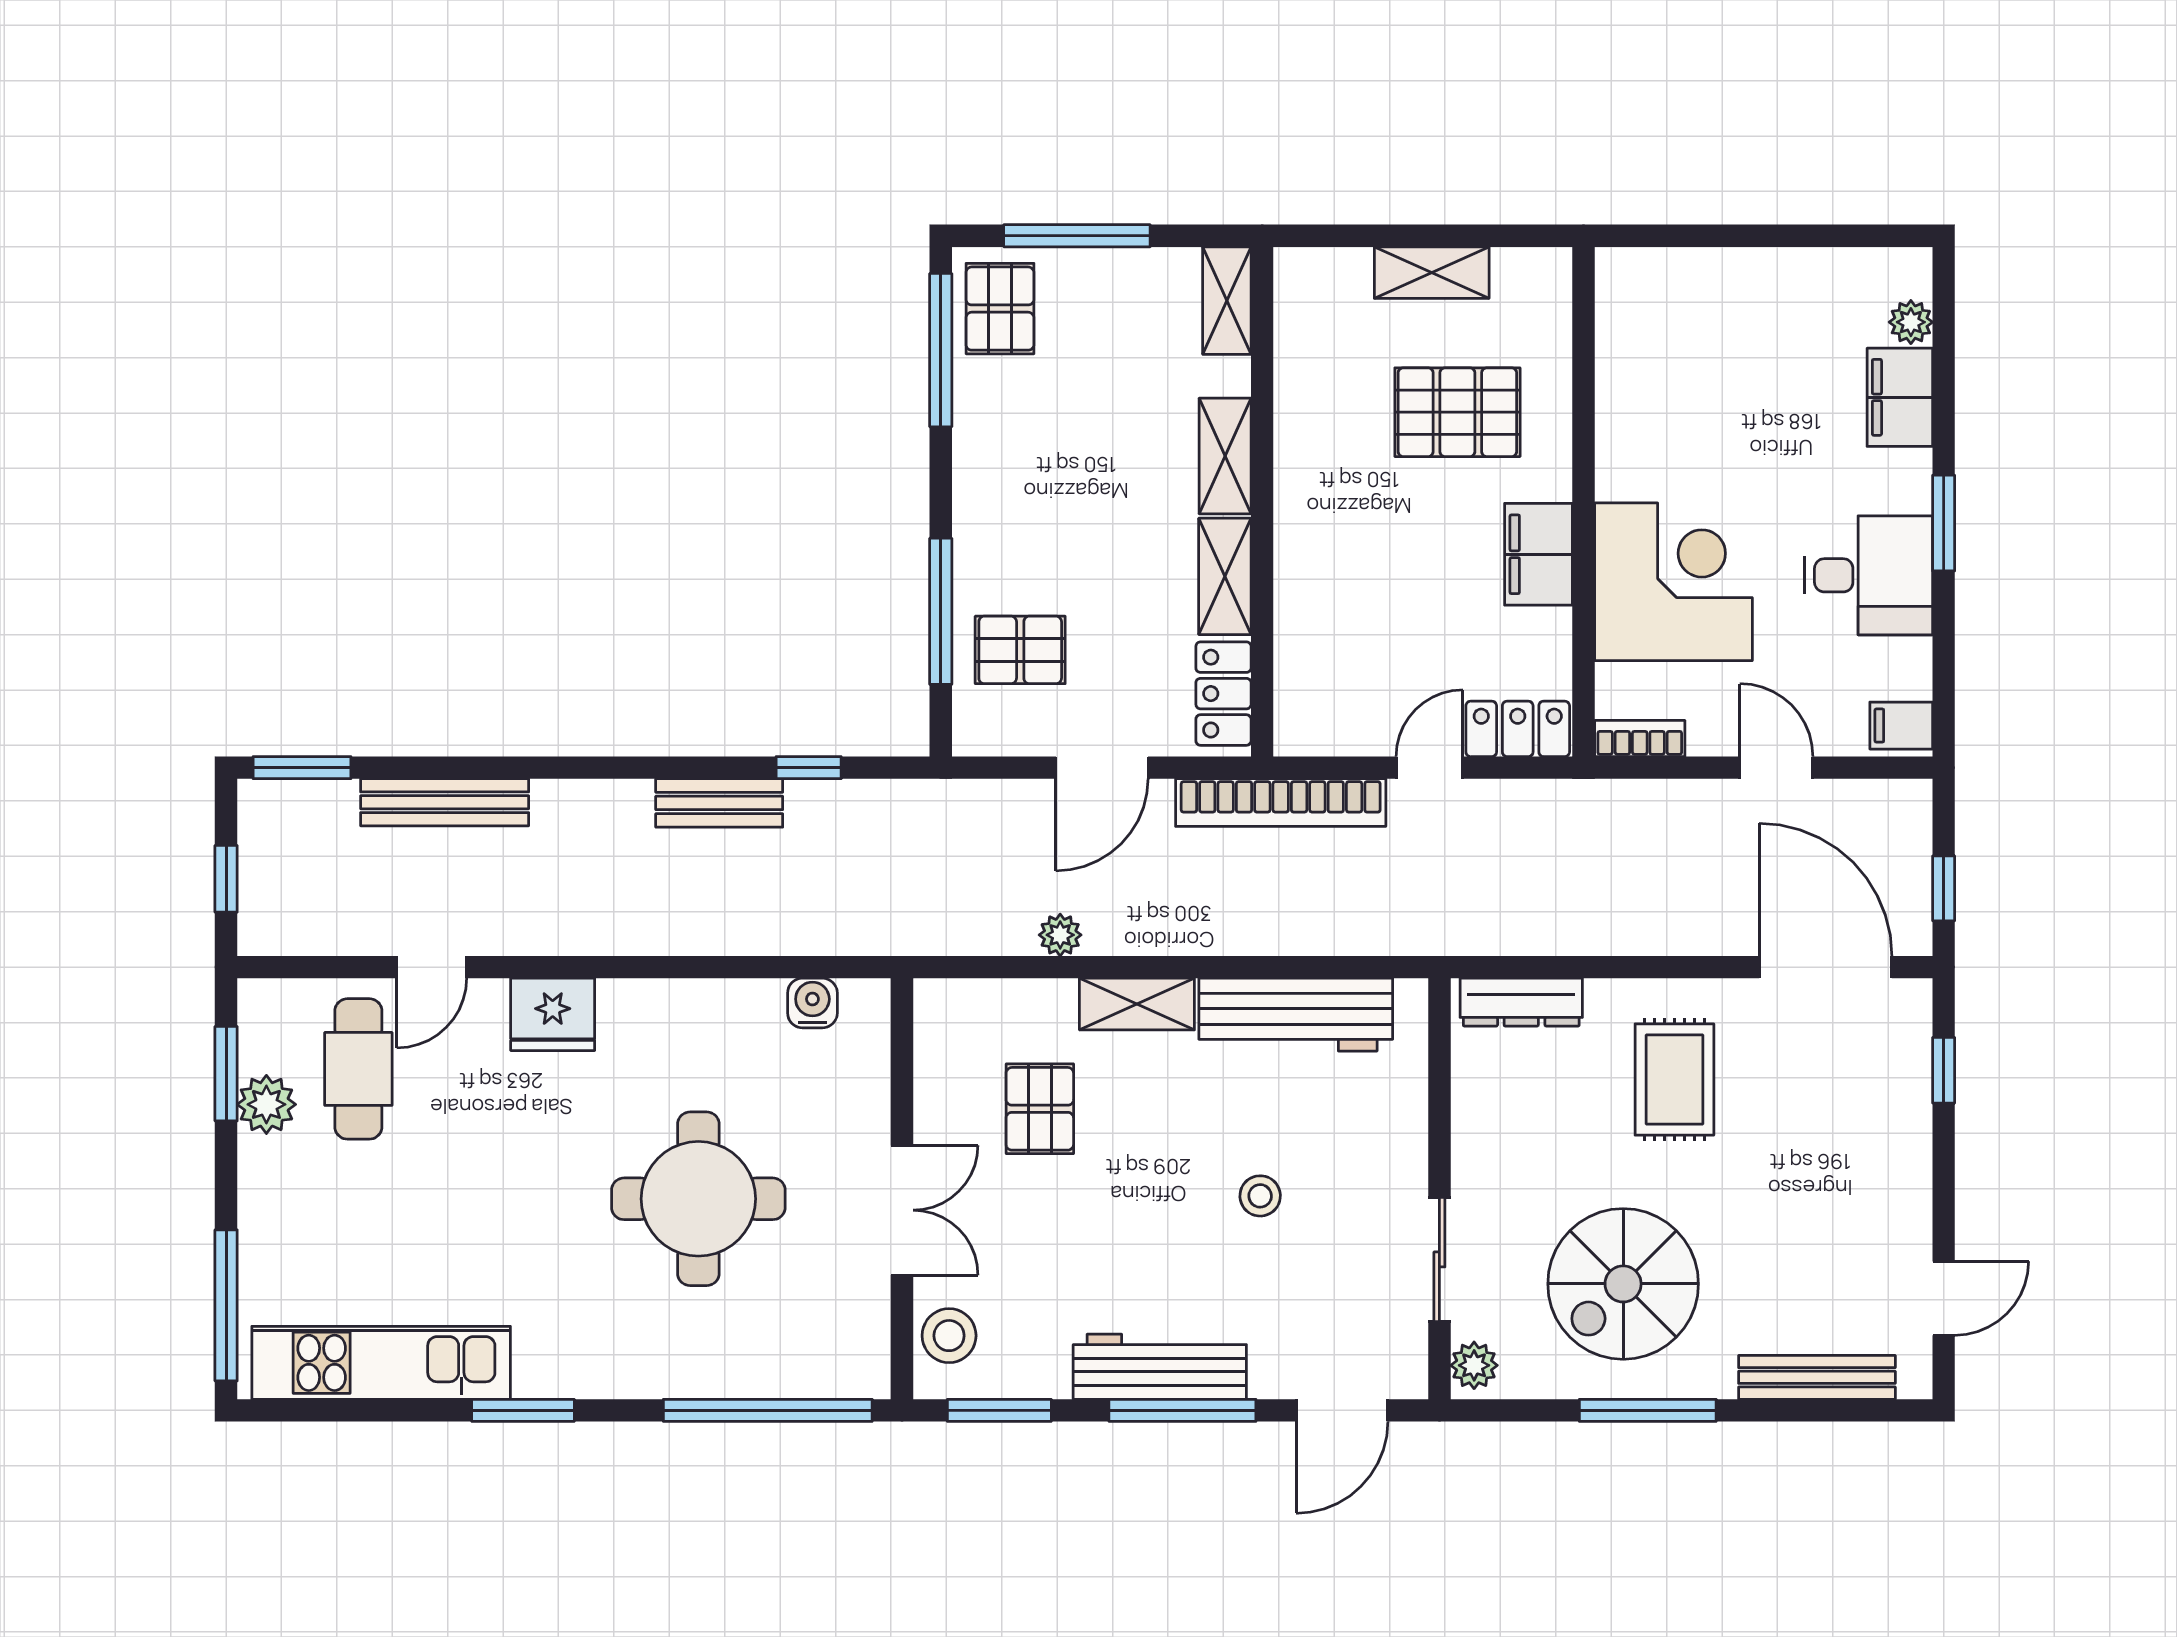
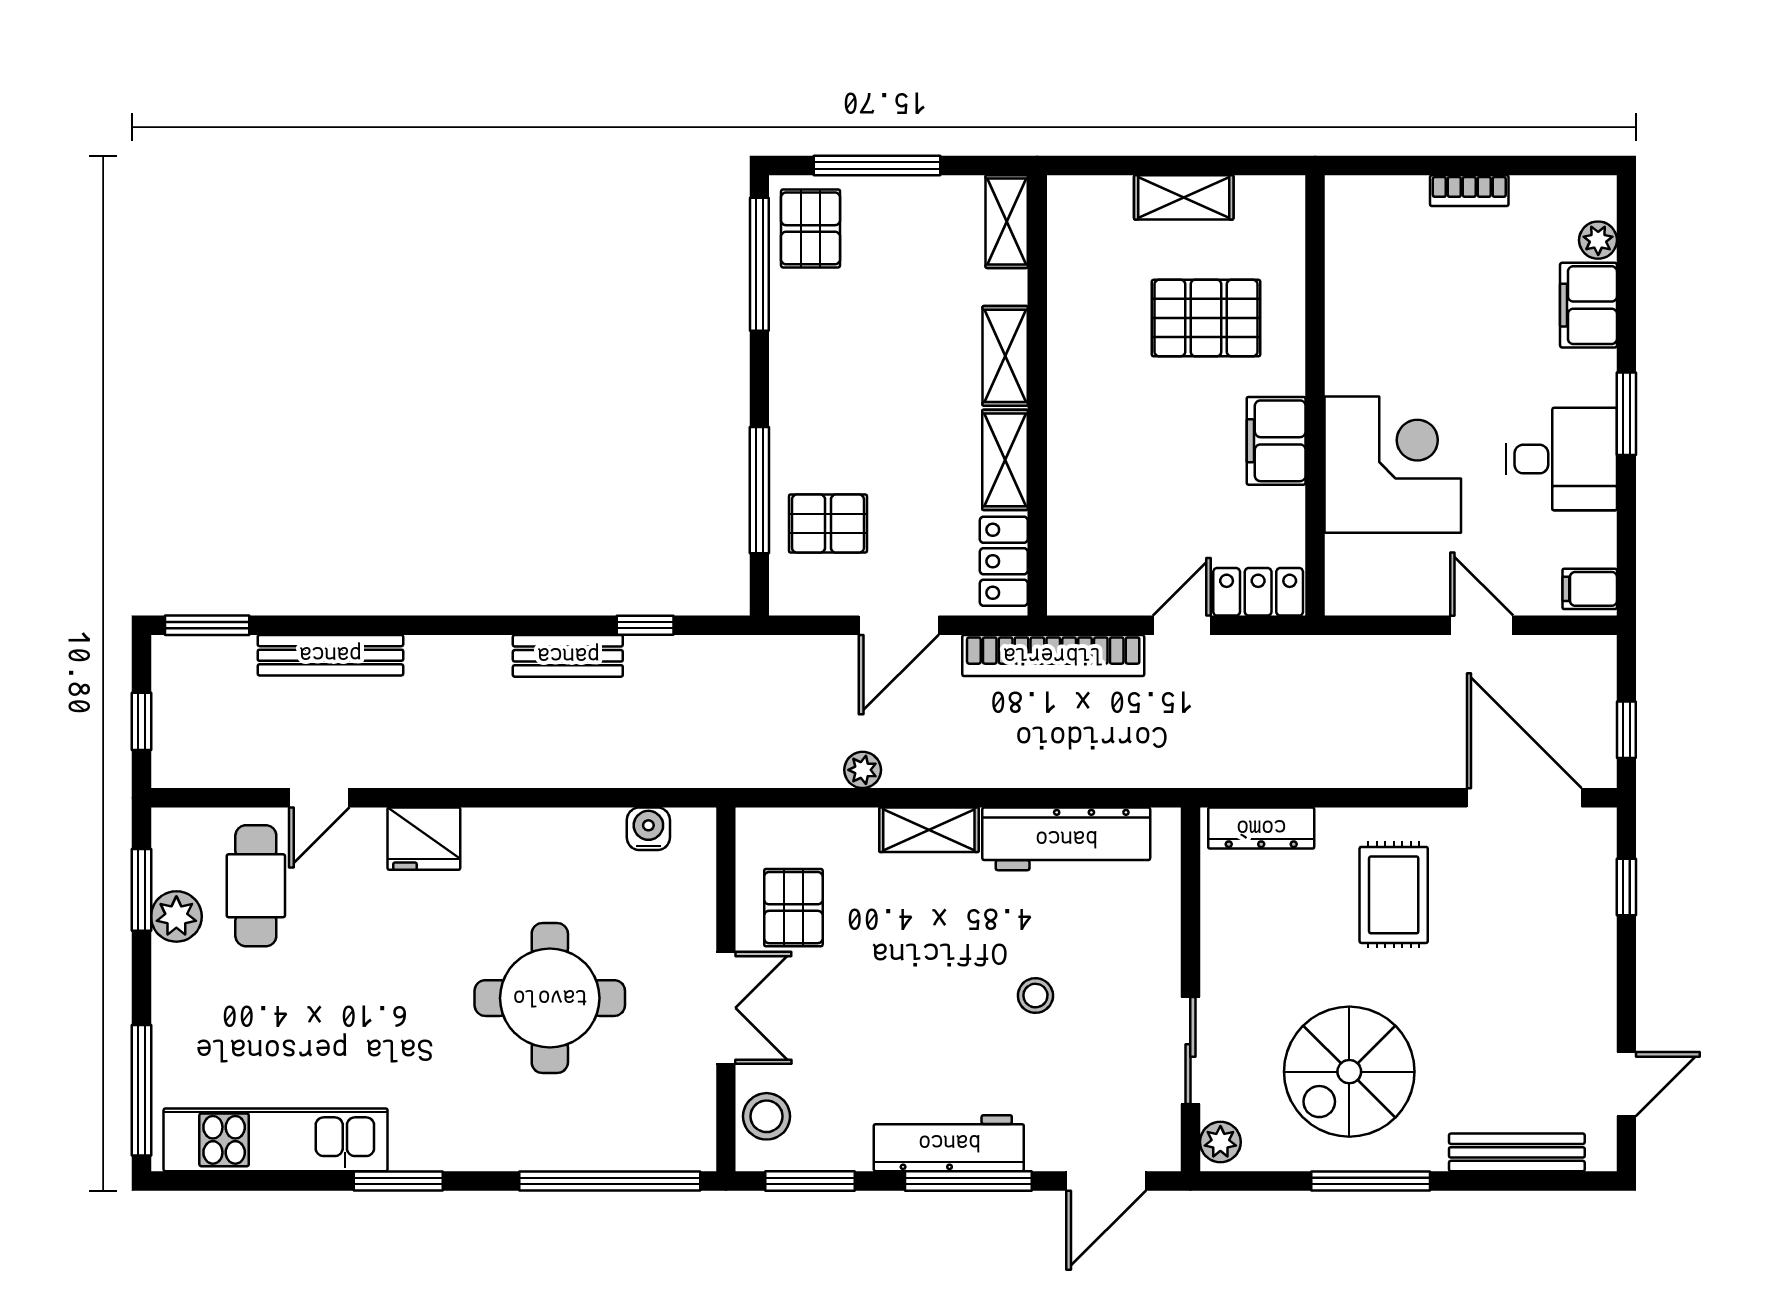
bookcase: (1640, 738) -> (1469, 191), moved, turned 180
pallet: (1040, 1109) -> (793, 908), moved

